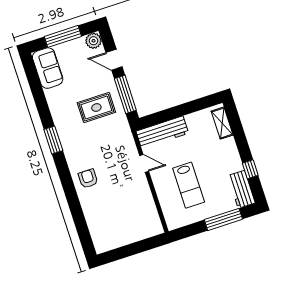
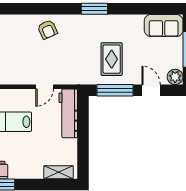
door: (114, 60) -> (151, 90), hinge flipped
armchair: (88, 179) -> (48, 29), turned 66

